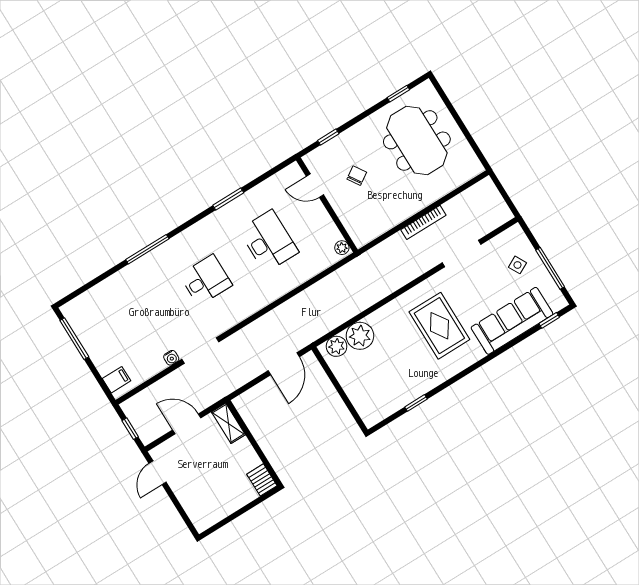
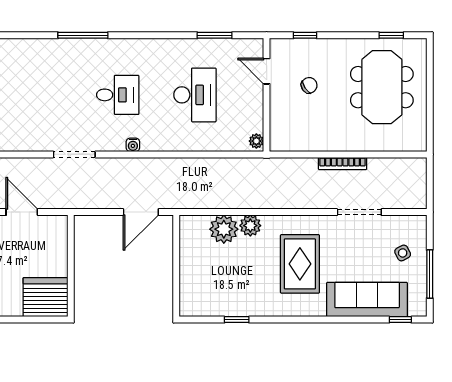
window: (228, 199) -> (215, 35), moved
plant: (337, 346) -> (250, 226), moved
water cooler: (171, 358) -> (133, 145), moved
shelving: (228, 423) -> (59, 234), removed
server rack: (262, 480) -> (45, 297), width x2.18, depth x1.44

